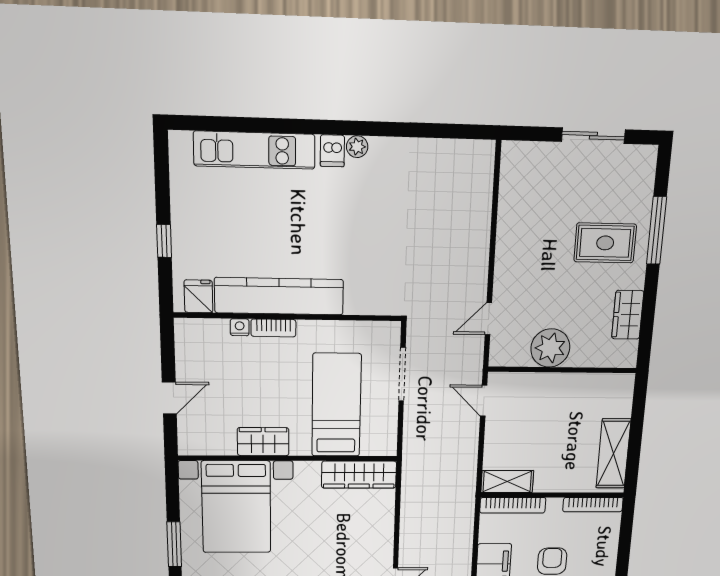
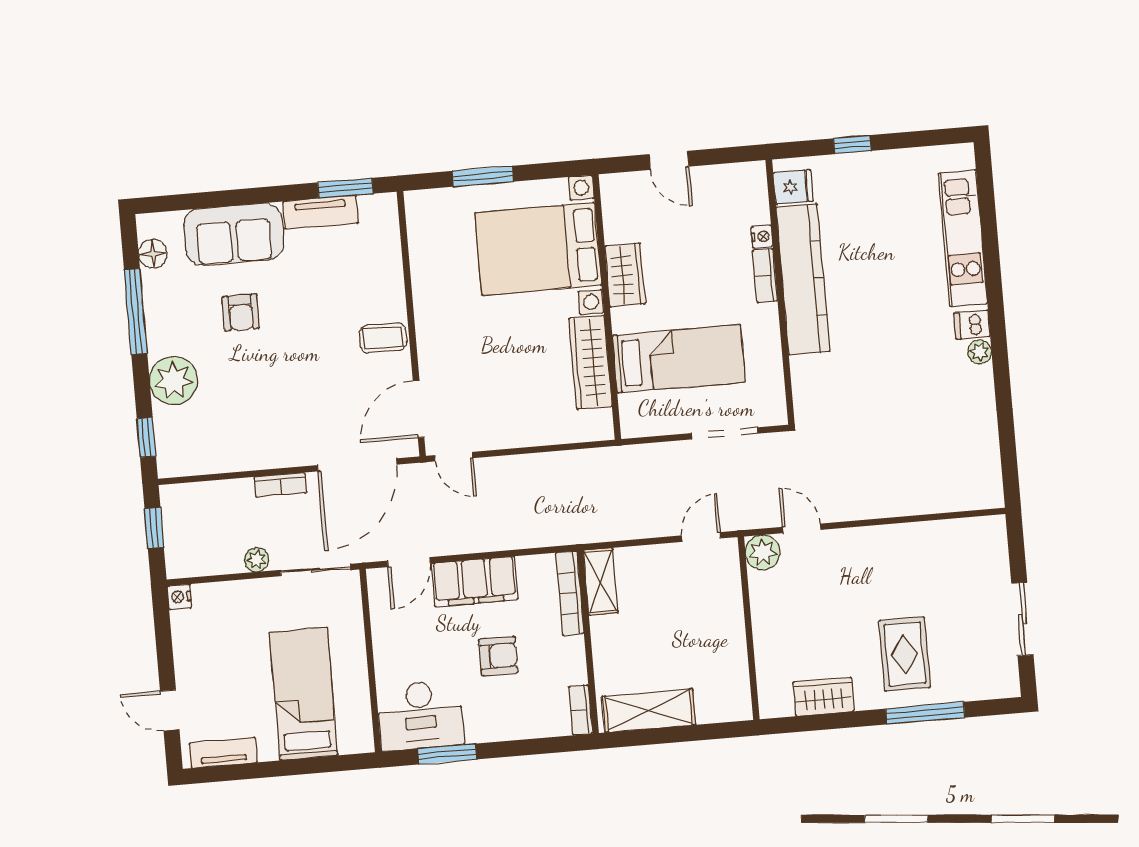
plant: (550, 348) -> (763, 552), moved, width x0.73, depth x0.73
wardrobe: (359, 475) -> (590, 362), moved
bookcase: (593, 505) -> (581, 710), width x0.64

